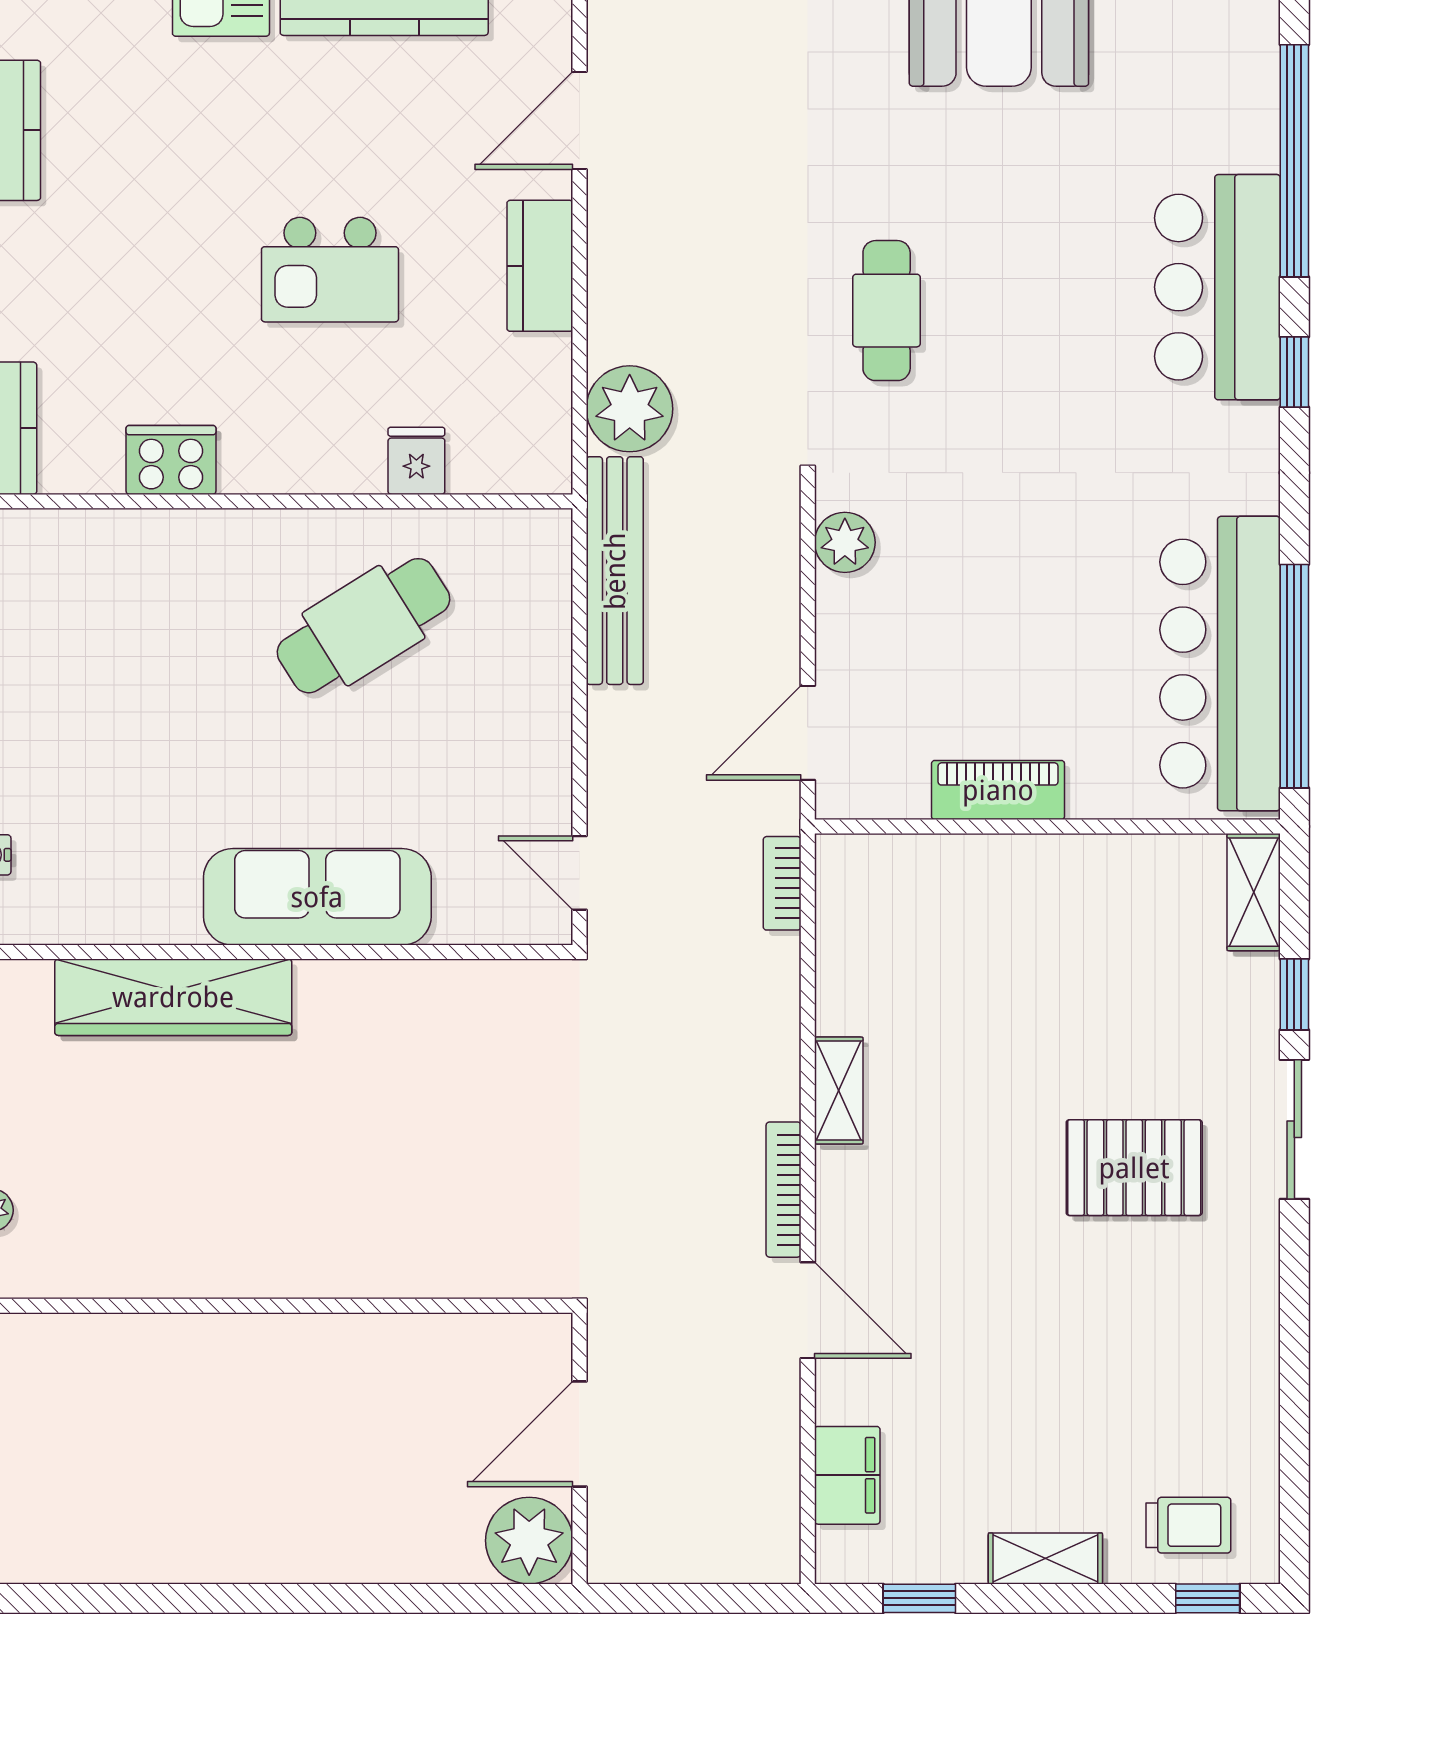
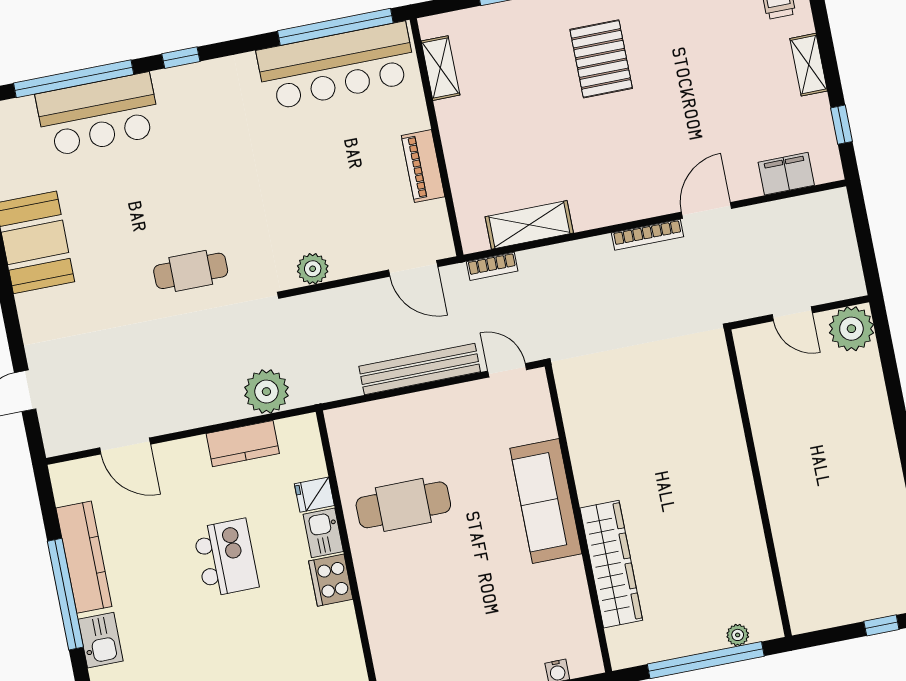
kitchen counter: (540, 266) -> (243, 444), moved
bar counter: (1217, 287) -> (98, 115), moved
cooker: (171, 460) -> (331, 580), moved
kitchen sink: (340, 463) -> (323, 533), added
bench: (615, 571) -> (420, 369), moved
cafe table: (364, 626) -> (403, 505), turned -58
door: (580, 873) -> (507, 370), swing flipped
shelving: (1254, 892) -> (440, 68), moved, turned 90
shelving: (839, 1091) -> (529, 225), moved, width x1.50, depth x1.33
door: (580, 1434) -> (792, 314), width x0.73

